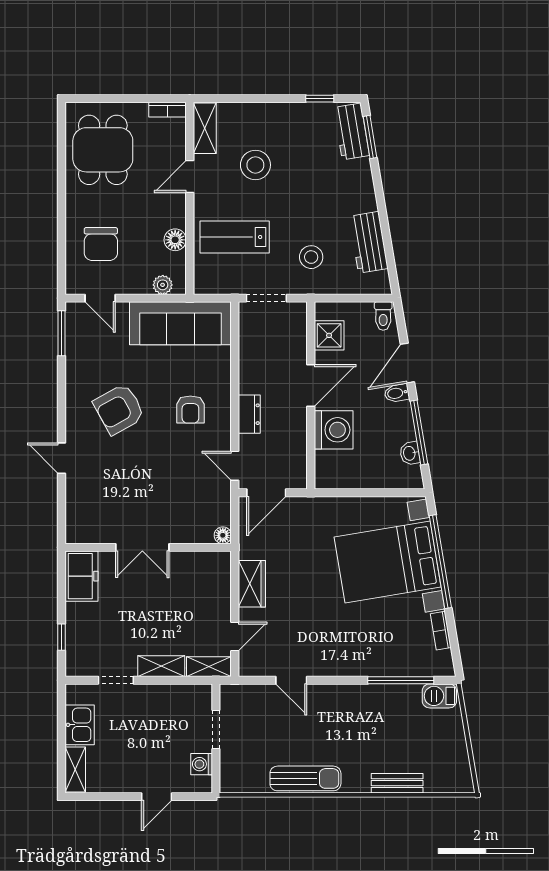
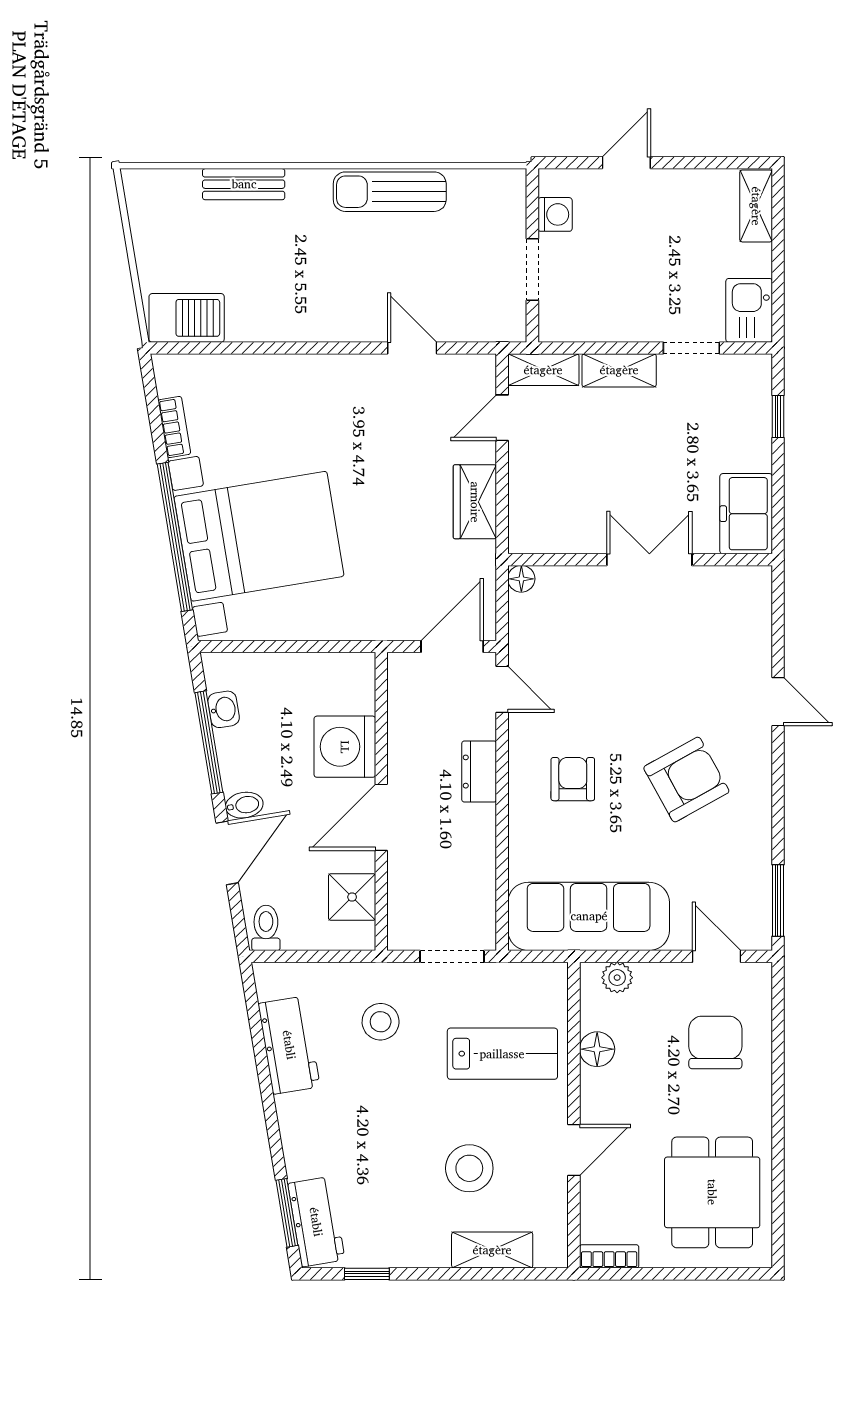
shelving: (205, 128) -> (492, 1250), moved, turned 90
window: (401, 680) -> (238, 348), removed
barbecue: (439, 696) -> (187, 318), width x1.38, depth x1.27
kitchen sink: (80, 725) -> (749, 310), moved

